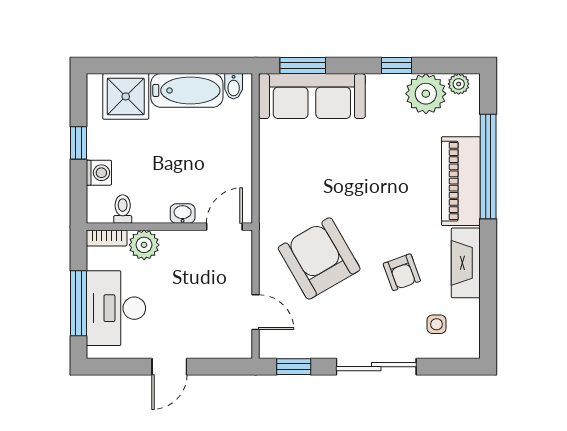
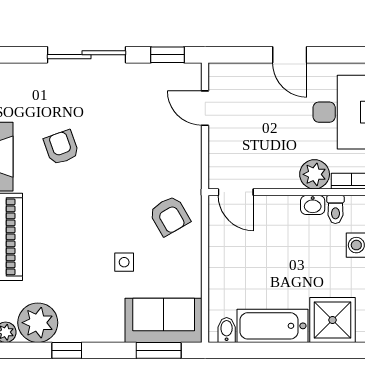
sofa: (312, 96) -> (164, 320), width x0.73
washbasin: (183, 214) -> (313, 205), moved
door: (224, 227) -> (236, 192), hinge flipped
armchair: (319, 258) -> (170, 216), moved, width x0.53, depth x0.53
side table: (437, 324) -> (124, 262), moved
door: (169, 367) -> (290, 55), swing flipped

